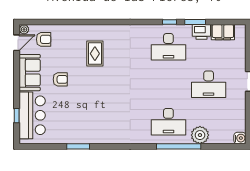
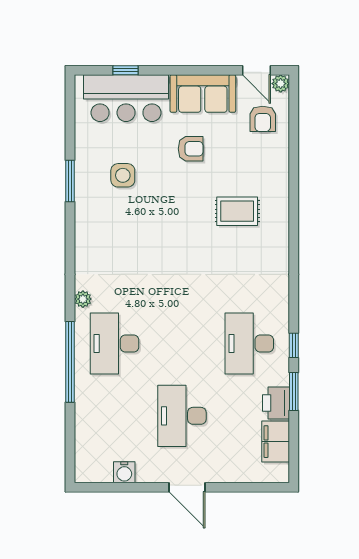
armchair: (60, 79) -> (191, 149), turned -90
side table: (75, 117) -> (123, 175), added
plant: (200, 135) -> (83, 299), moved, width x0.53, depth x0.53
water cooler: (240, 138) -> (124, 472), moved

